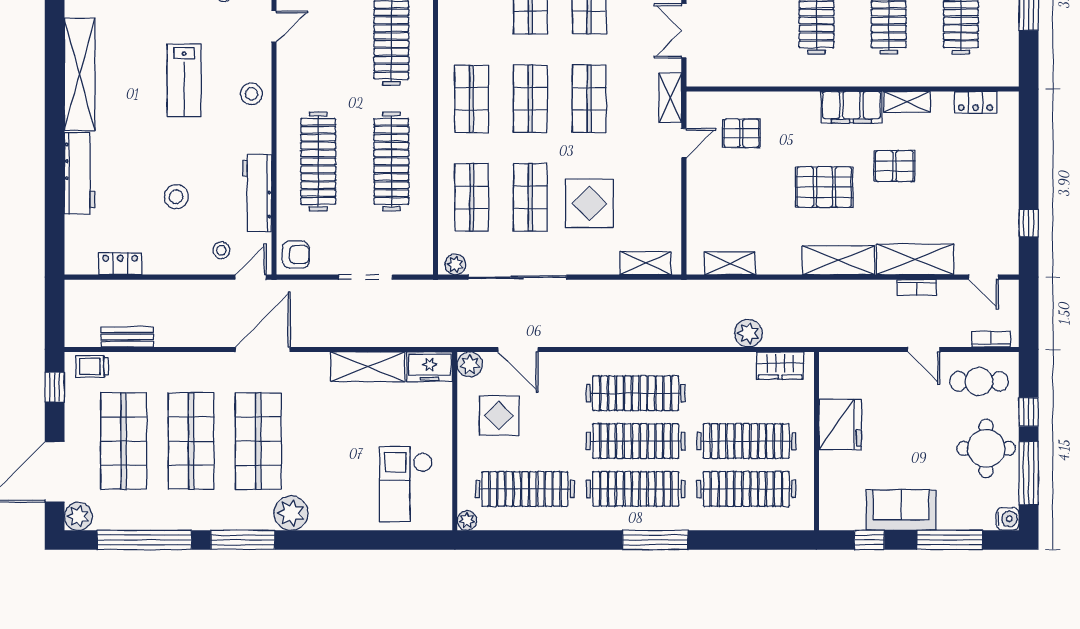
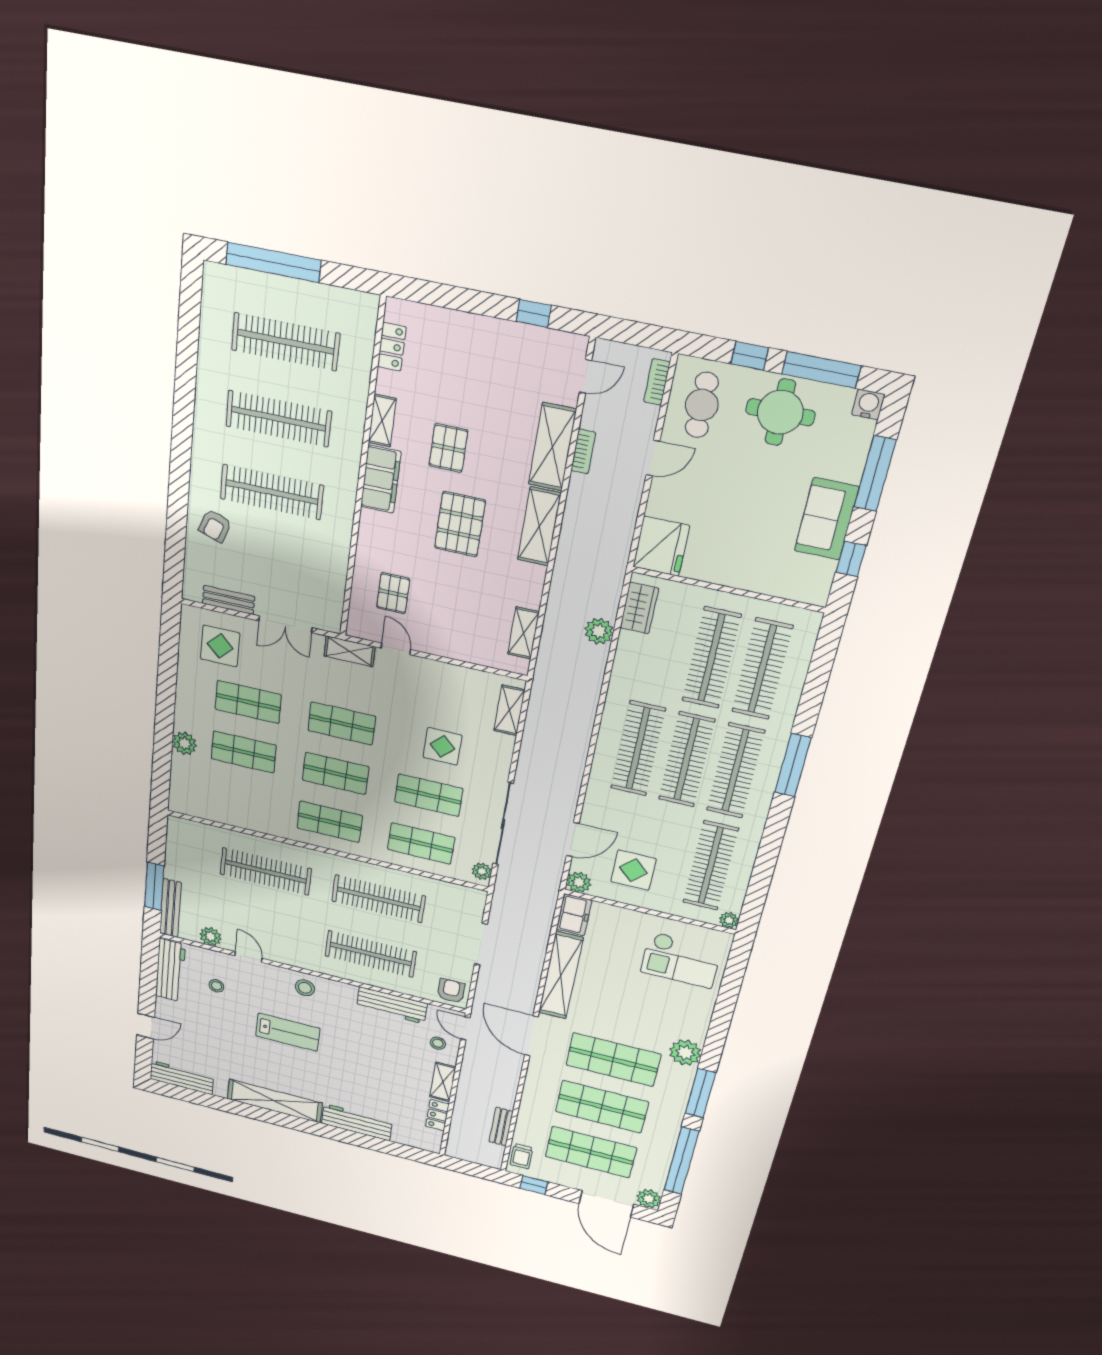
stool: (176, 197) -> (386, 1063), removed
display table: (589, 203) -> (442, 746), width x0.73, depth x0.73
shelving: (169, 263) -> (443, 1082), added
shelving: (368, 367) -> (561, 975), width x1.47
fridge: (840, 425) -> (661, 546), moved, turned 90

